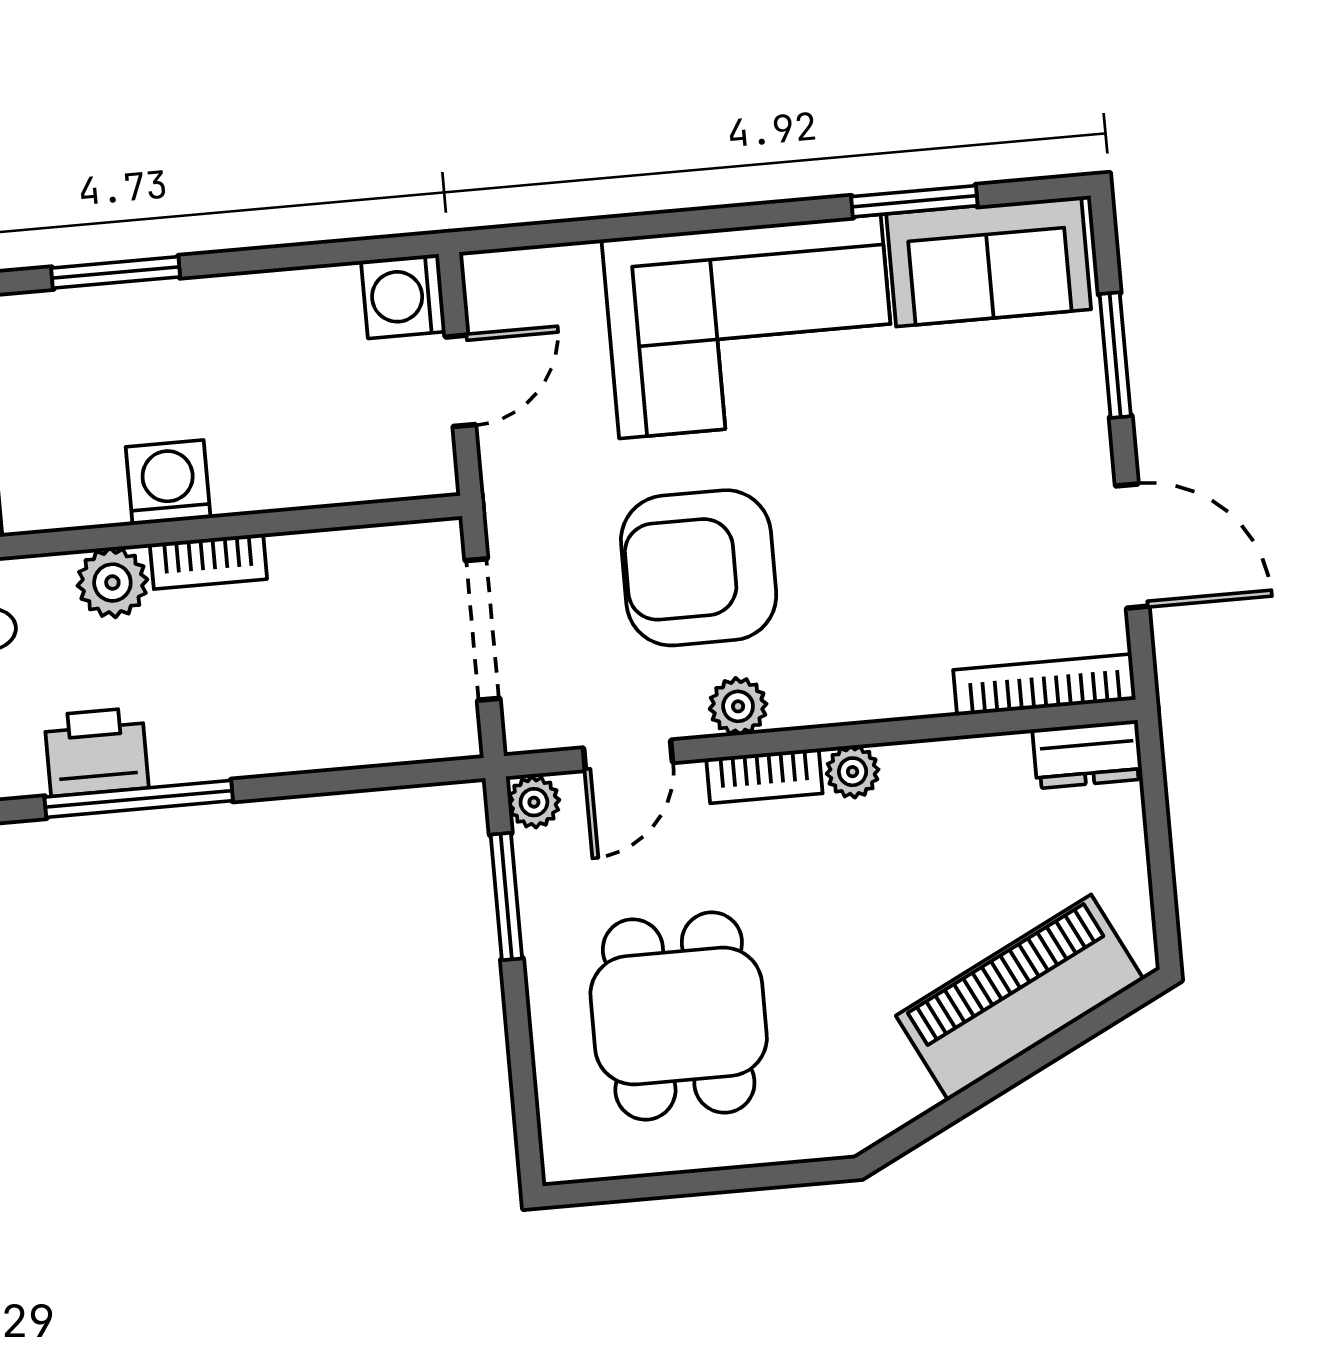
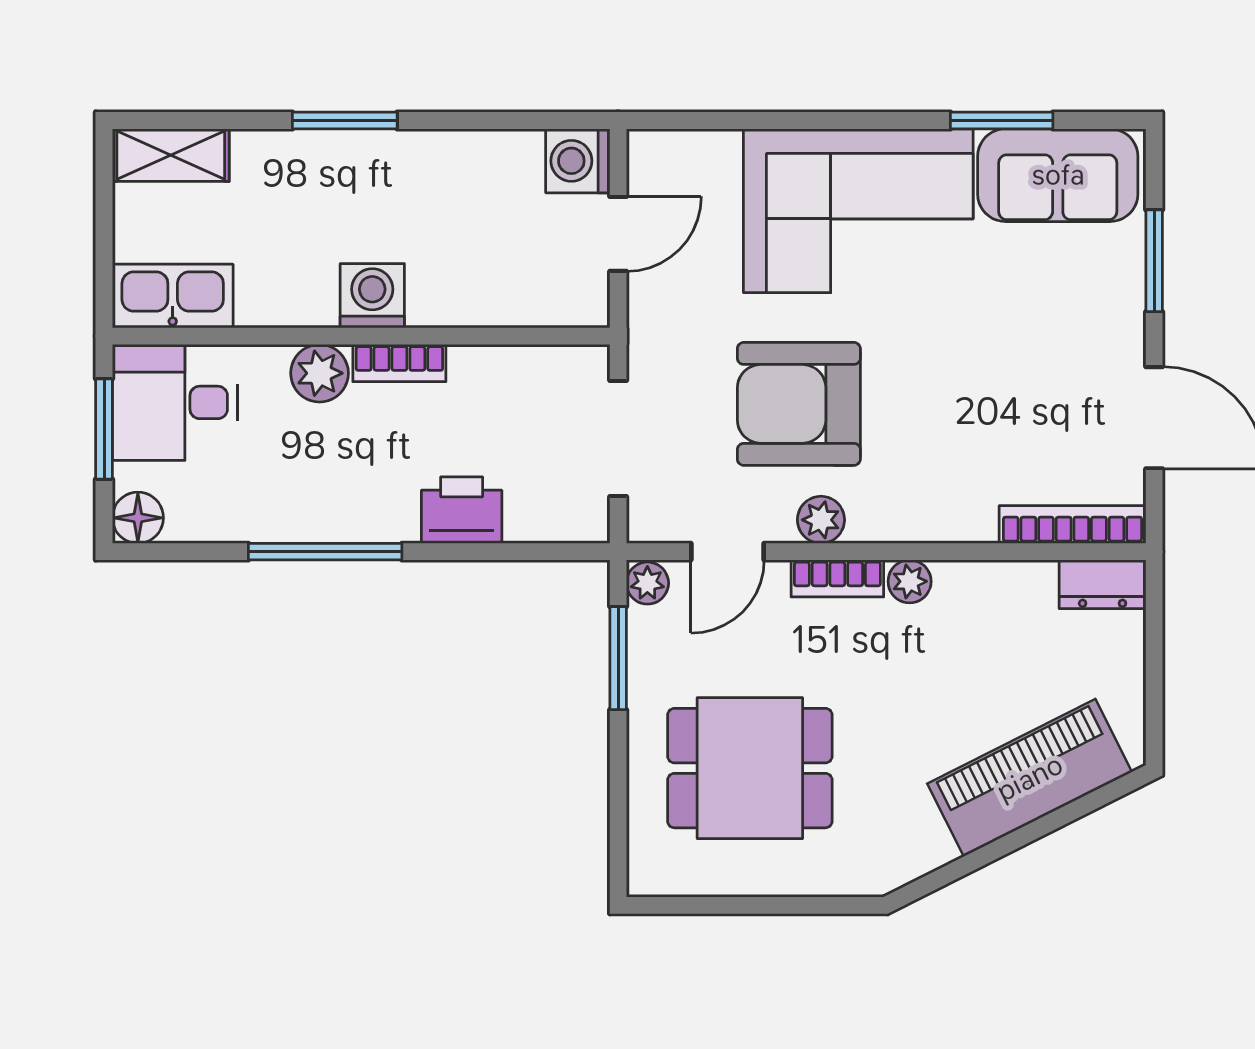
printer: (96, 752) -> (462, 510), moved
dining table: (679, 1016) -> (750, 768), turned 90

